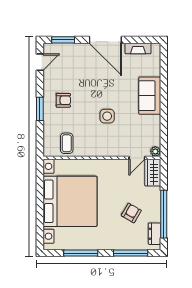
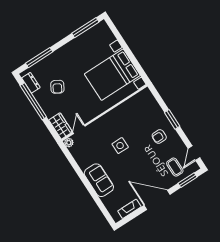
coffee table: (67, 143) -> (175, 167), moved
bed with nightstands: (70, 201) -> (112, 75), width x0.73
window: (81, 253) -> (85, 28), moved

